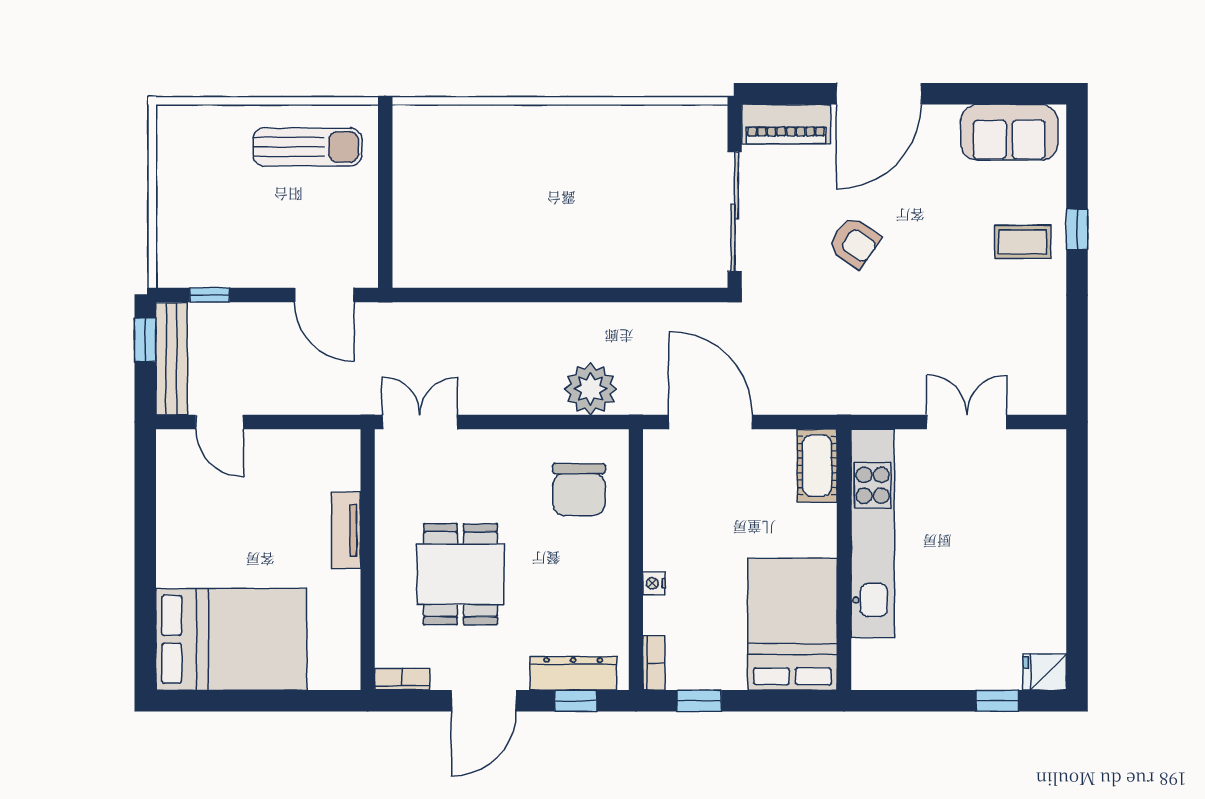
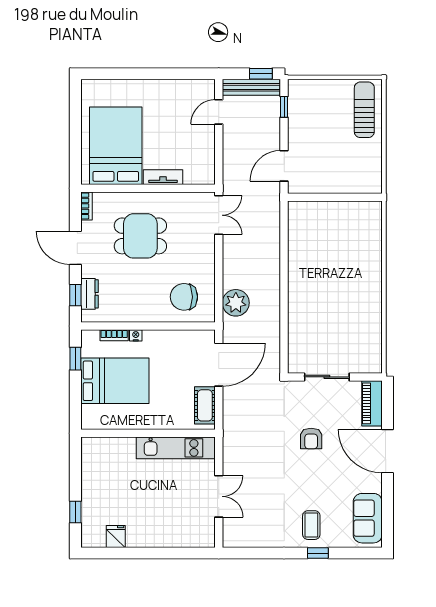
sun lounger: (307, 147) -> (364, 110), moved, turned 180
sliding door: (735, 212) -> (327, 377), width x0.73
armchair: (854, 242) -> (311, 438), turned -35
cot: (817, 466) -> (205, 405), moved, turned 90
kitchen unit: (873, 533) -> (176, 448), width x0.73
bed: (792, 624) -> (115, 381), moved
bed: (231, 639) -> (116, 146), moved, turned 180
bookcase: (654, 663) -> (114, 335), moved
fridge: (1045, 672) -> (116, 536), moved
dresser: (573, 673) -> (89, 294), width x0.70

